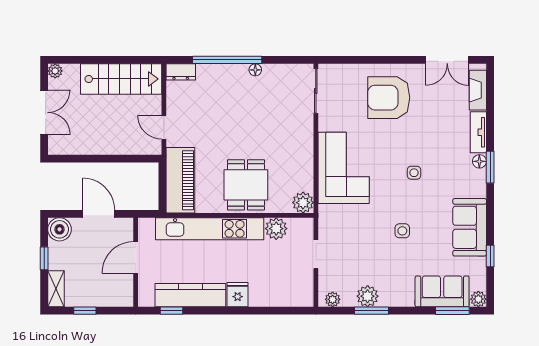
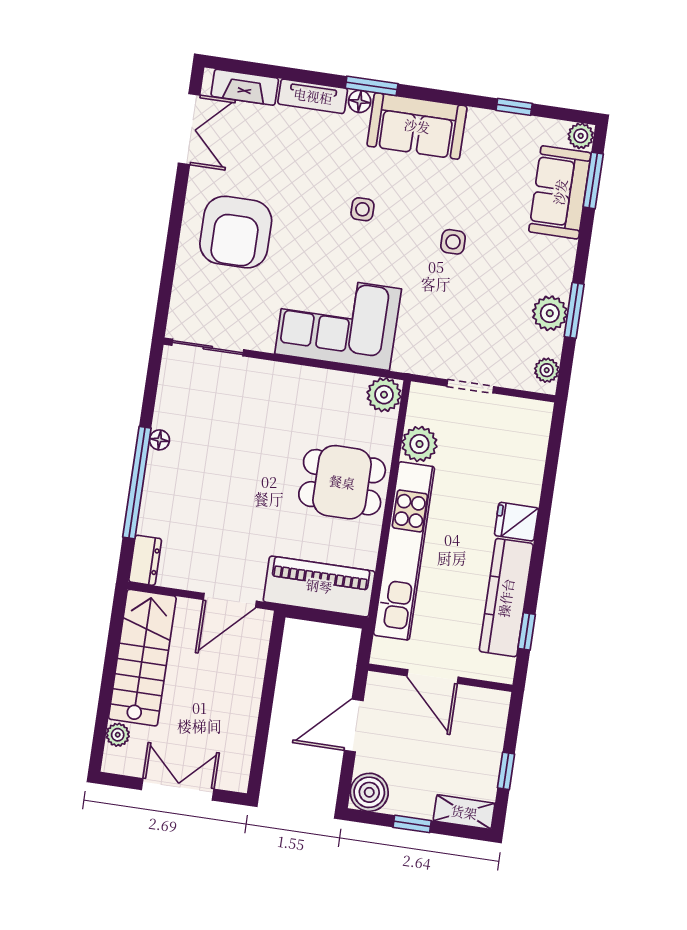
plant: (55, 71) -> (118, 735), moved
door: (164, 127) -> (230, 600), width x1.38
sofa: (470, 227) -> (417, 126), moved

